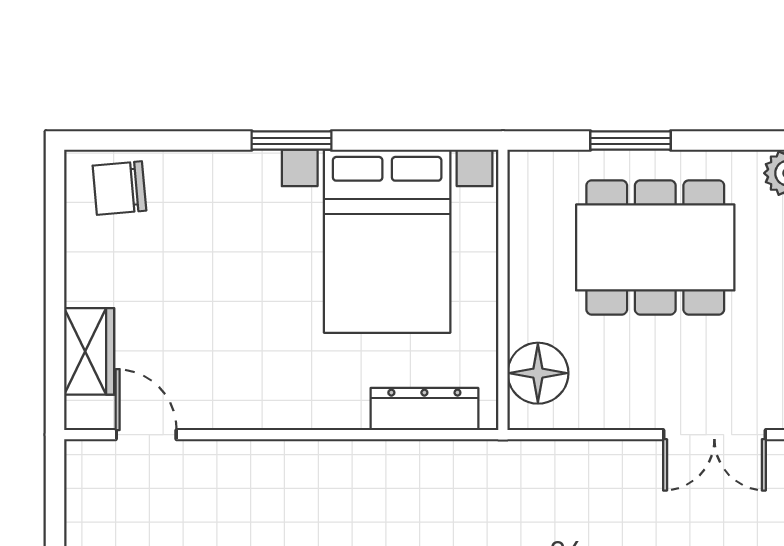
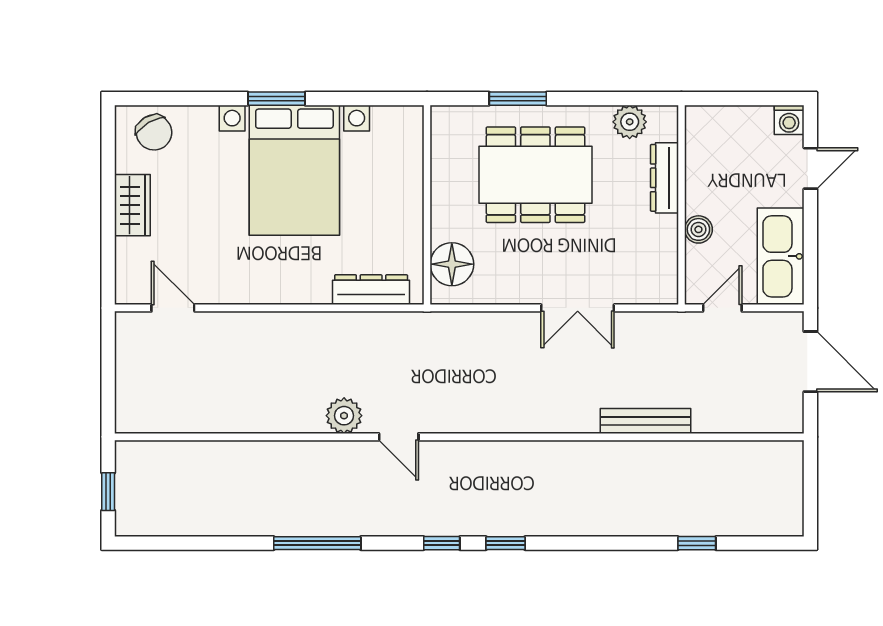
chair: (119, 188) -> (154, 132), turned -116
bed with nightstands: (387, 241) -> (294, 170), moved
wardrobe: (89, 351) -> (132, 205), moved

